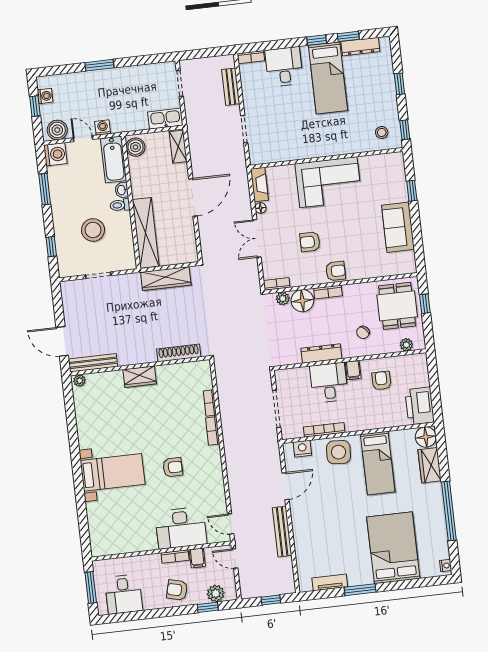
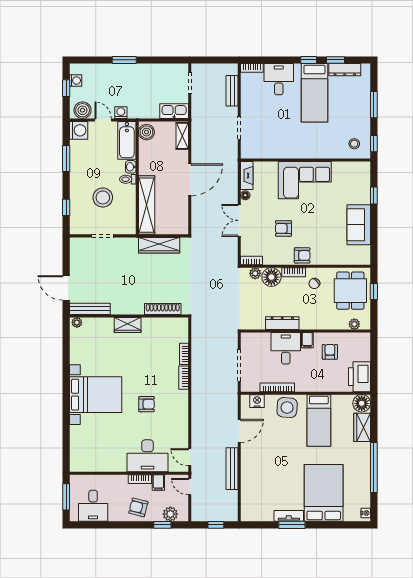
window: (399, 84) -> (374, 105), width x1.50
chair: (363, 332) -> (314, 283), moved
bed with nightstands: (113, 472) -> (96, 395), width x1.36
tv unit: (330, 582) -> (289, 516), moved

